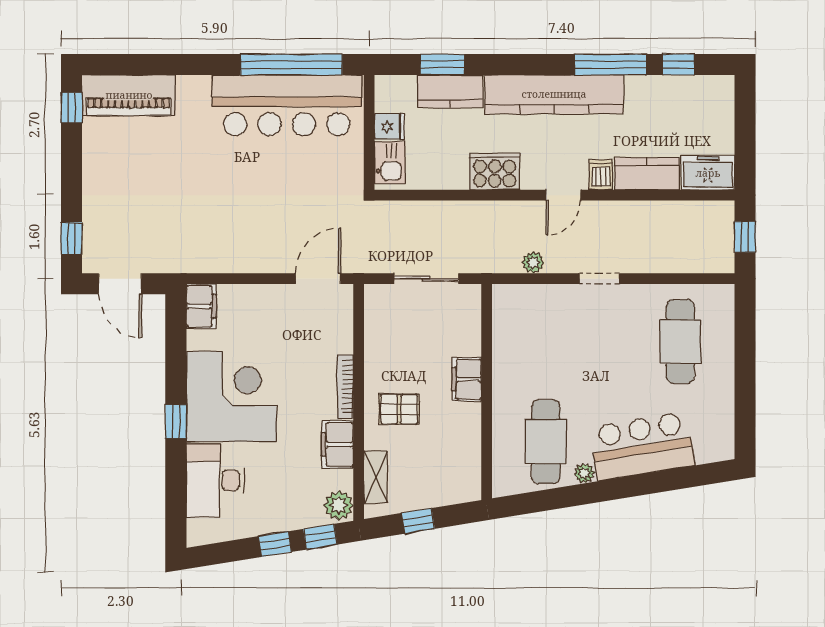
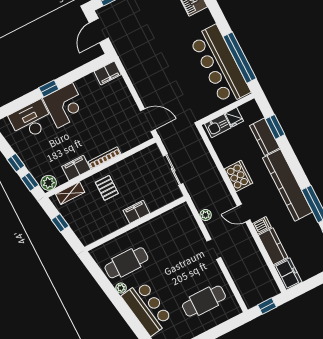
corner desk: (231, 396) -> (65, 105), width x0.74, depth x0.74

